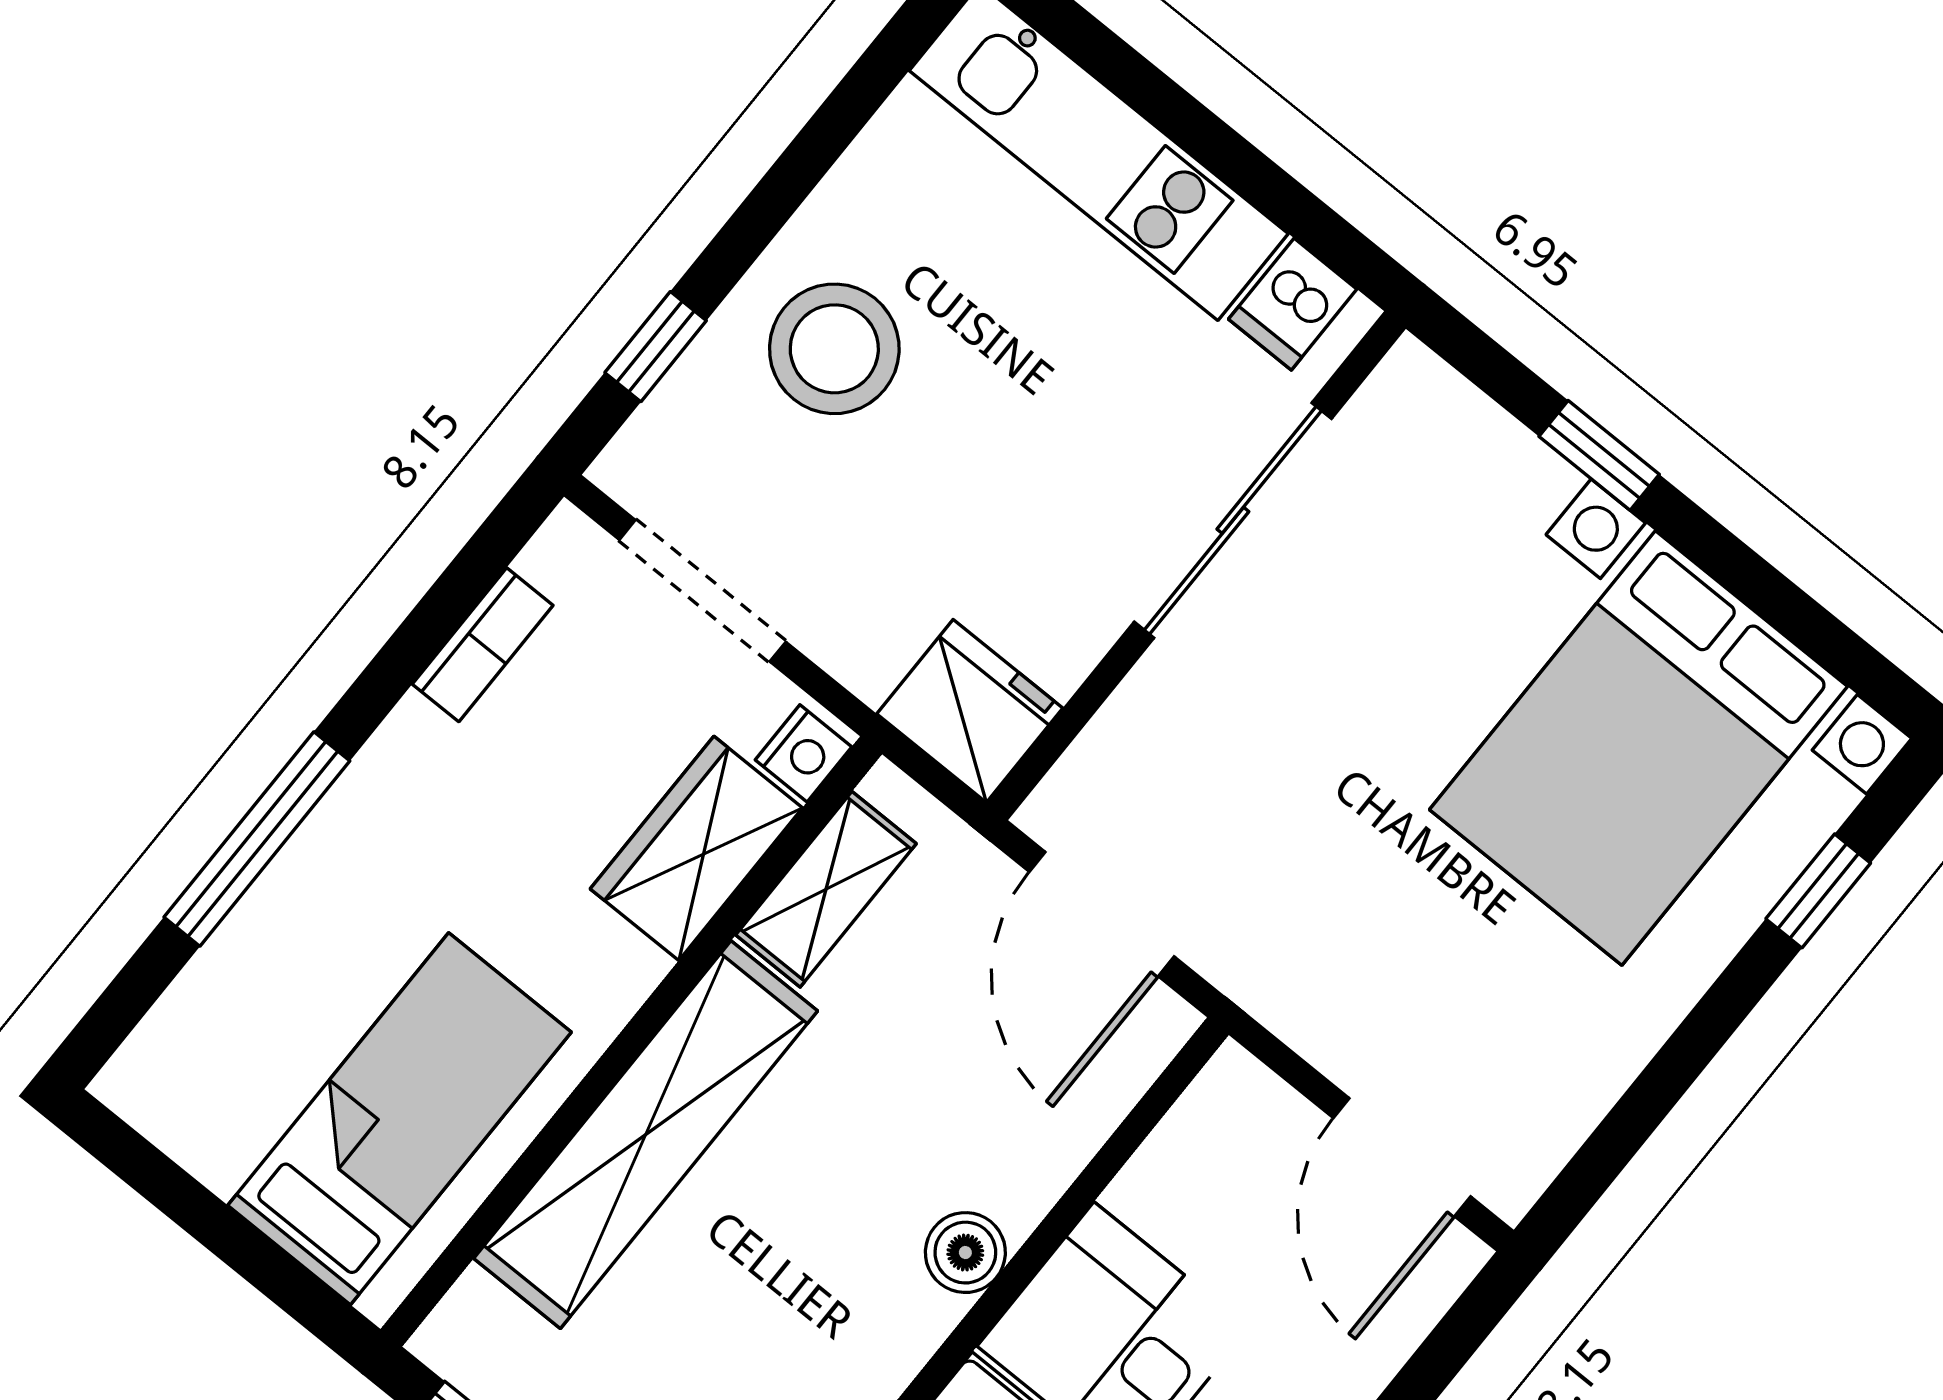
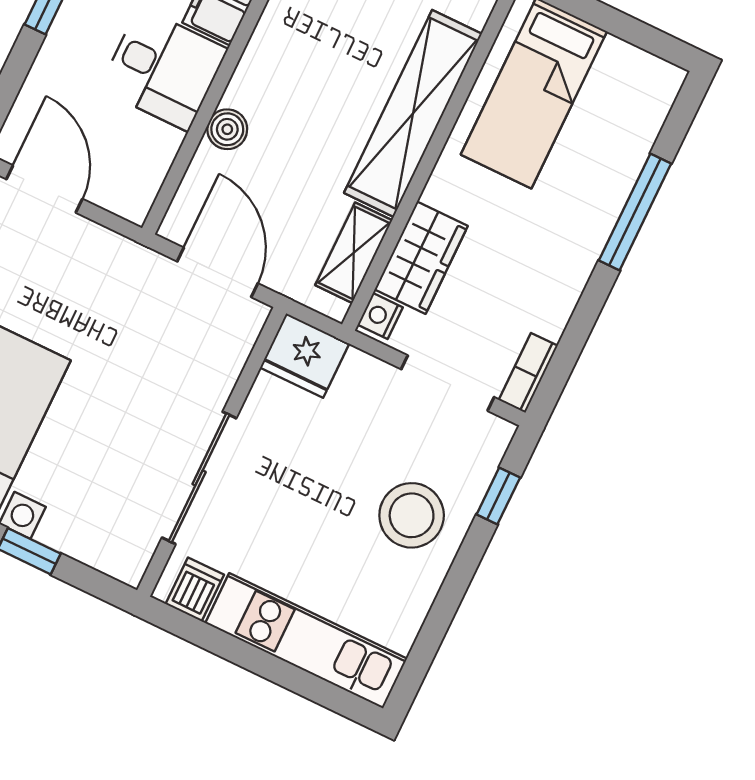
bookcase: (483, 645) -> (528, 373), moved
boiler: (965, 1253) -> (227, 129), moved

